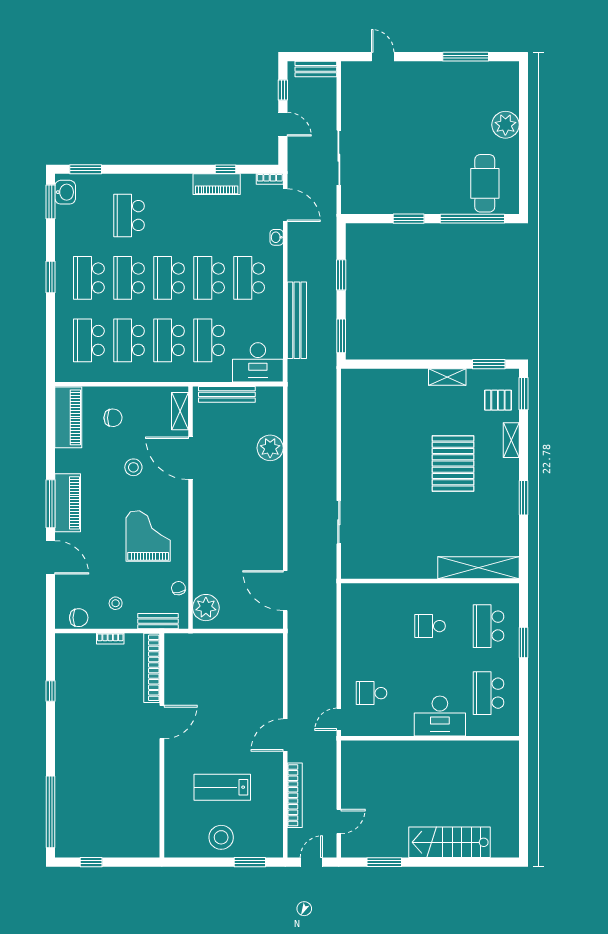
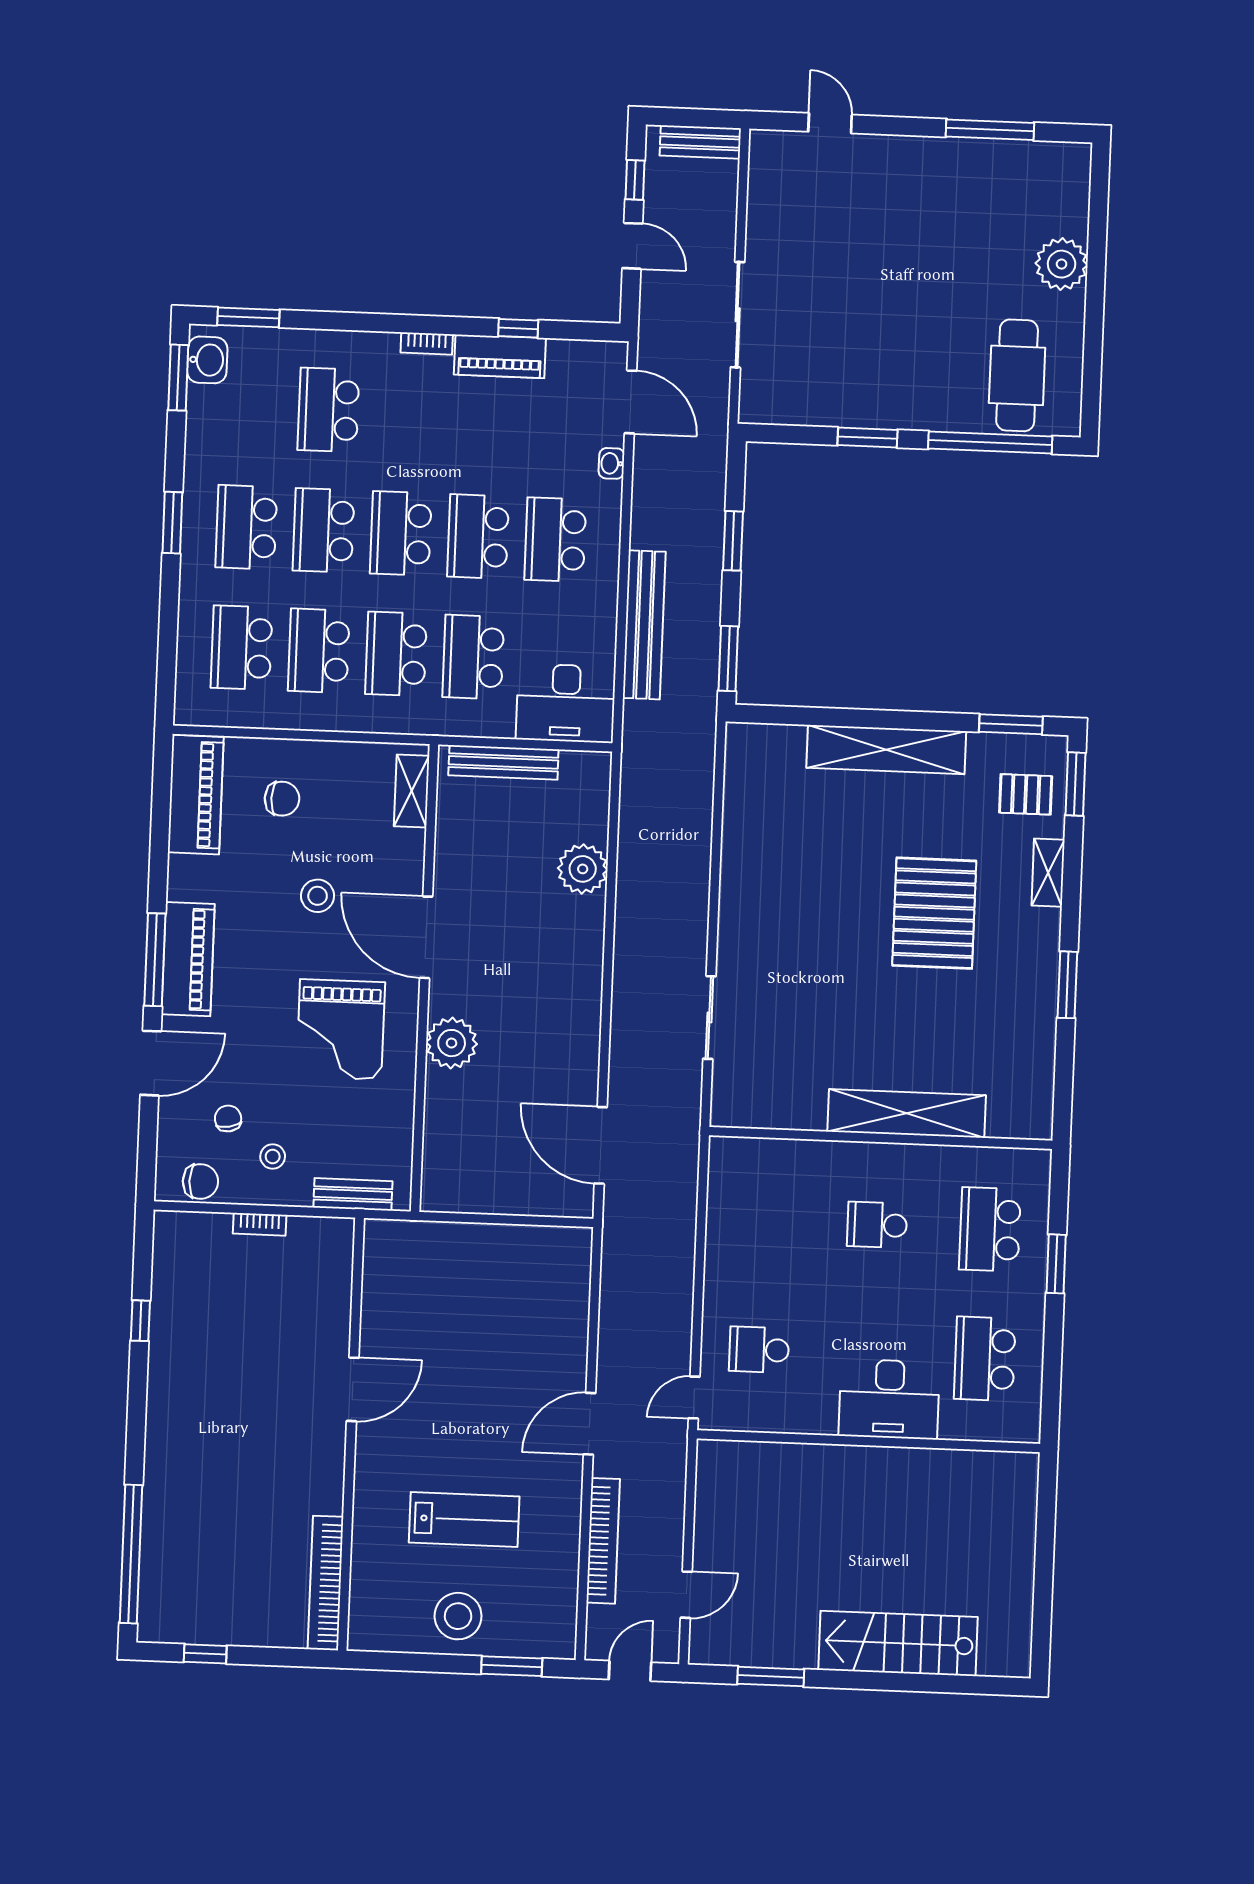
bookcase: (270, 179) -> (427, 343), moved
shelving: (447, 377) -> (886, 750), width x2.20, depth x1.33
door: (190, 458) -> (426, 937), moved
grand piano: (148, 536) -> (341, 1030), turned 180
door: (51, 557) -> (151, 1063), hinge flipped
shelving: (478, 568) -> (907, 1113), moved
chair: (178, 588) -> (228, 1118), moved
plant: (206, 608) -> (452, 1043), moved
bookcase: (152, 668) -> (326, 1583), moved
lab bench: (222, 787) -> (464, 1520), turned 180

